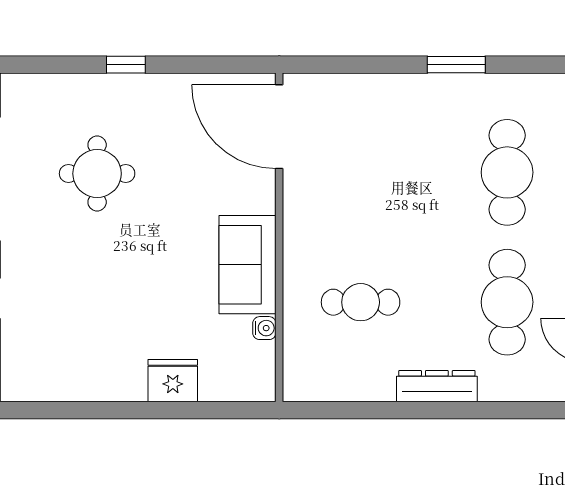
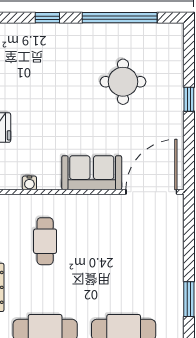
sofa: (247, 265) -> (92, 173), moved

